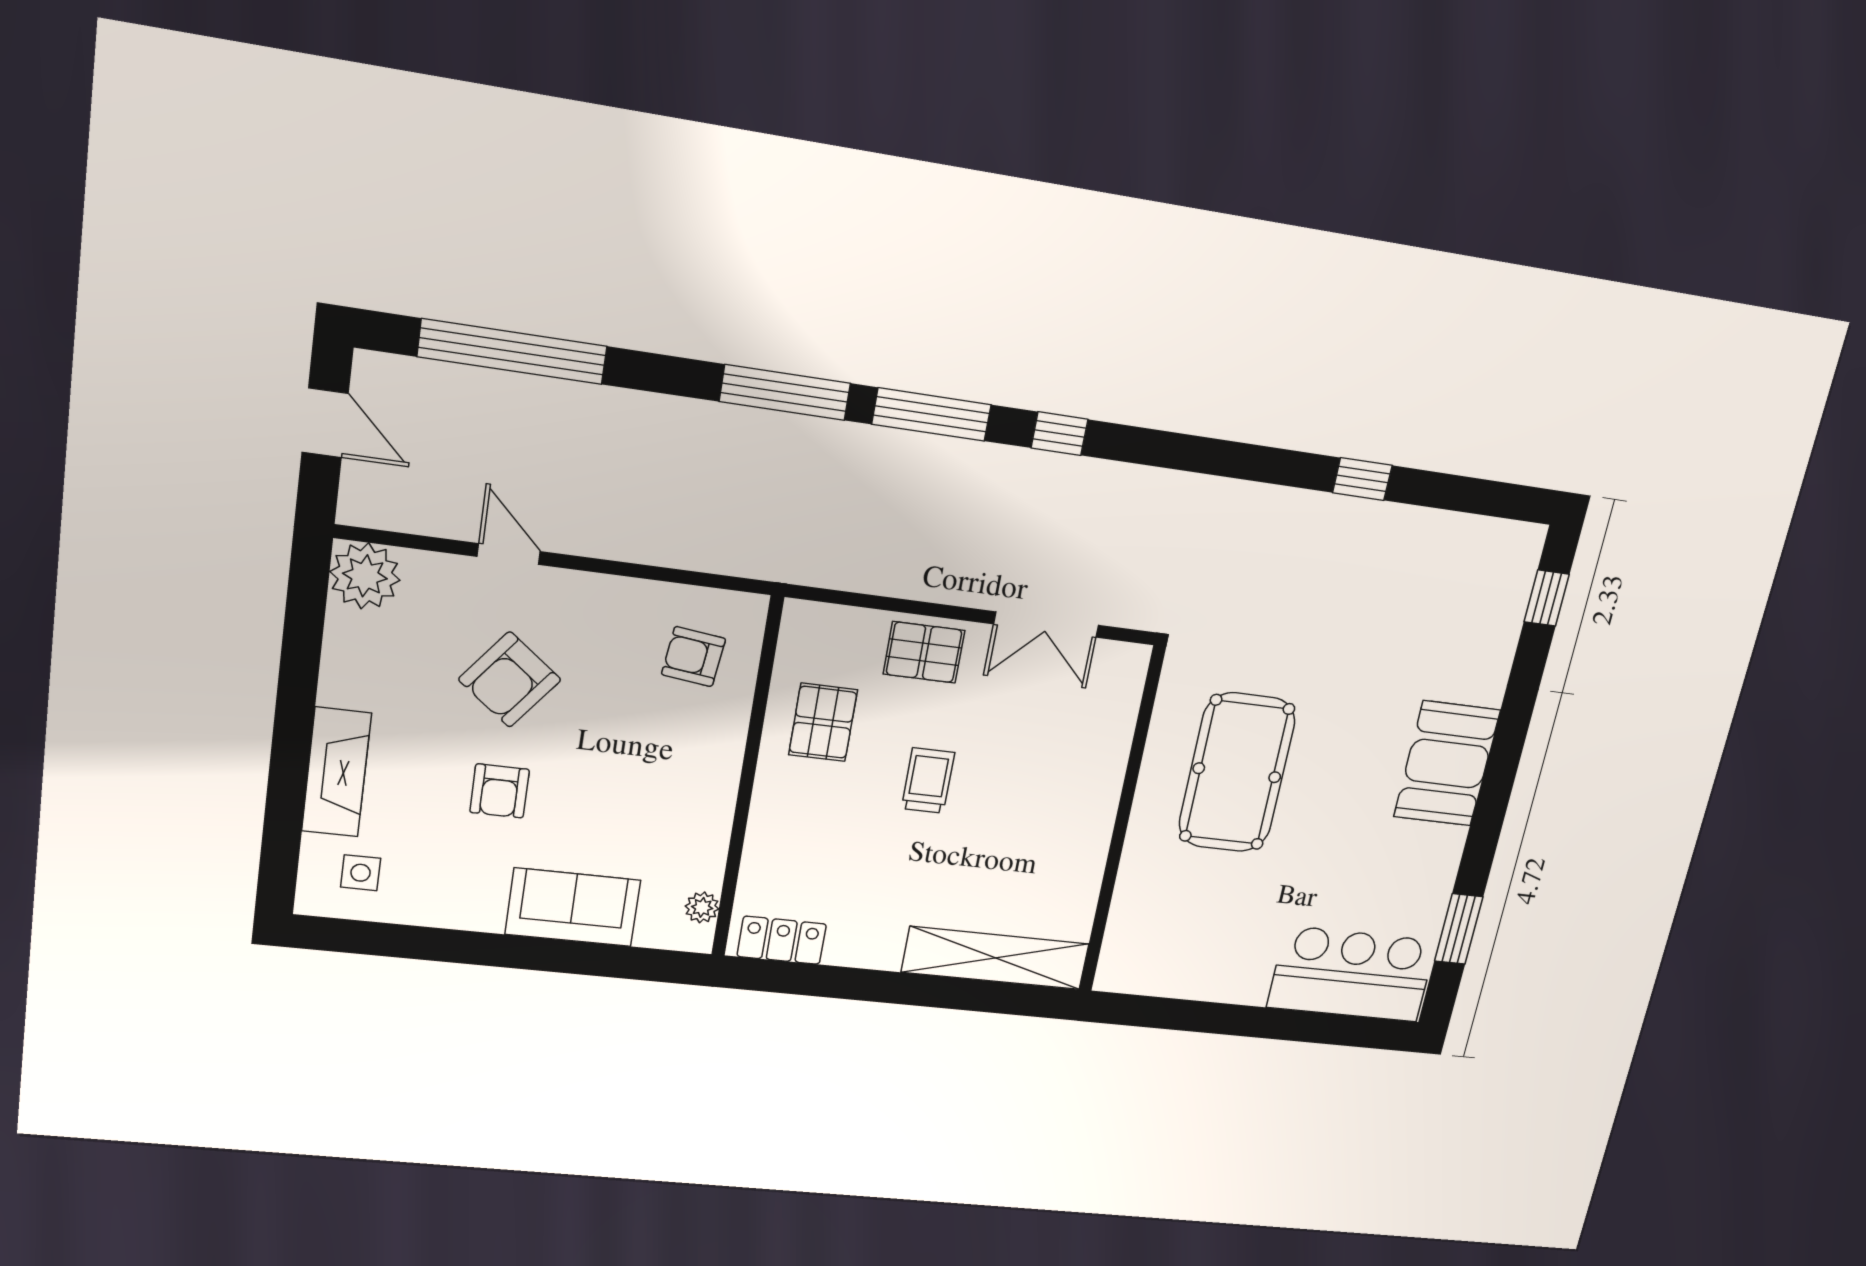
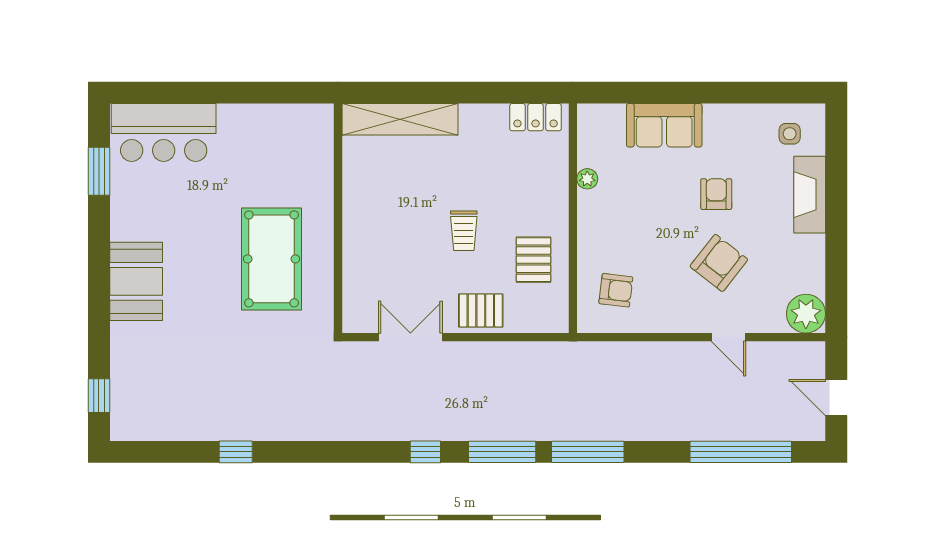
plant: (702, 907) -> (587, 179), moved

